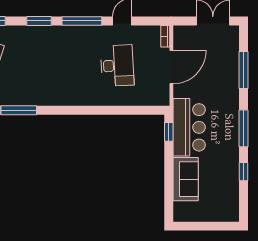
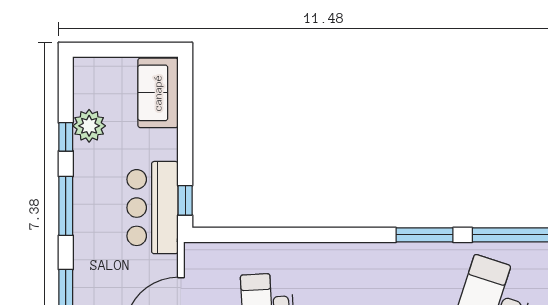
sofa: (186, 179) -> (158, 93), moved
plant: (229, 179) -> (89, 126), added

